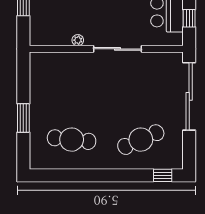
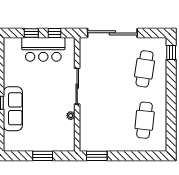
window: (23, 118) -> (97, 156), moved
cafe table: (141, 140) -> (145, 69), turned 33

